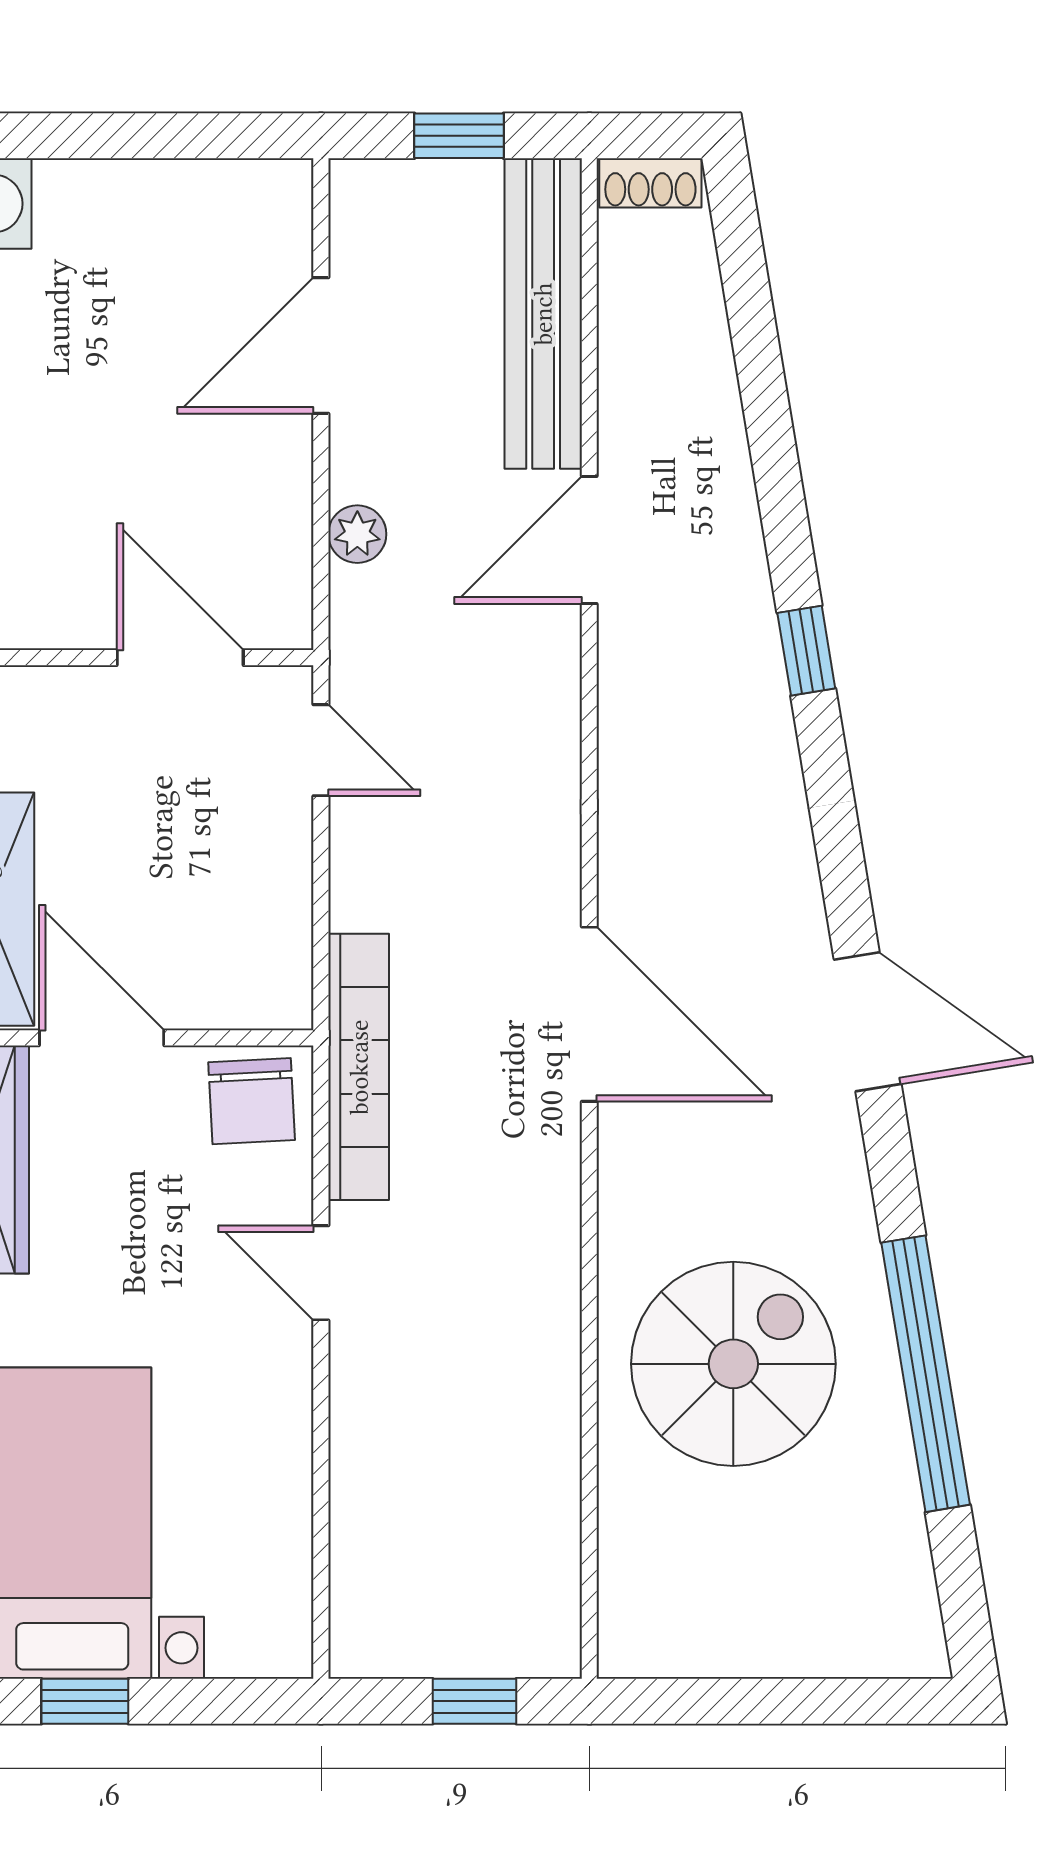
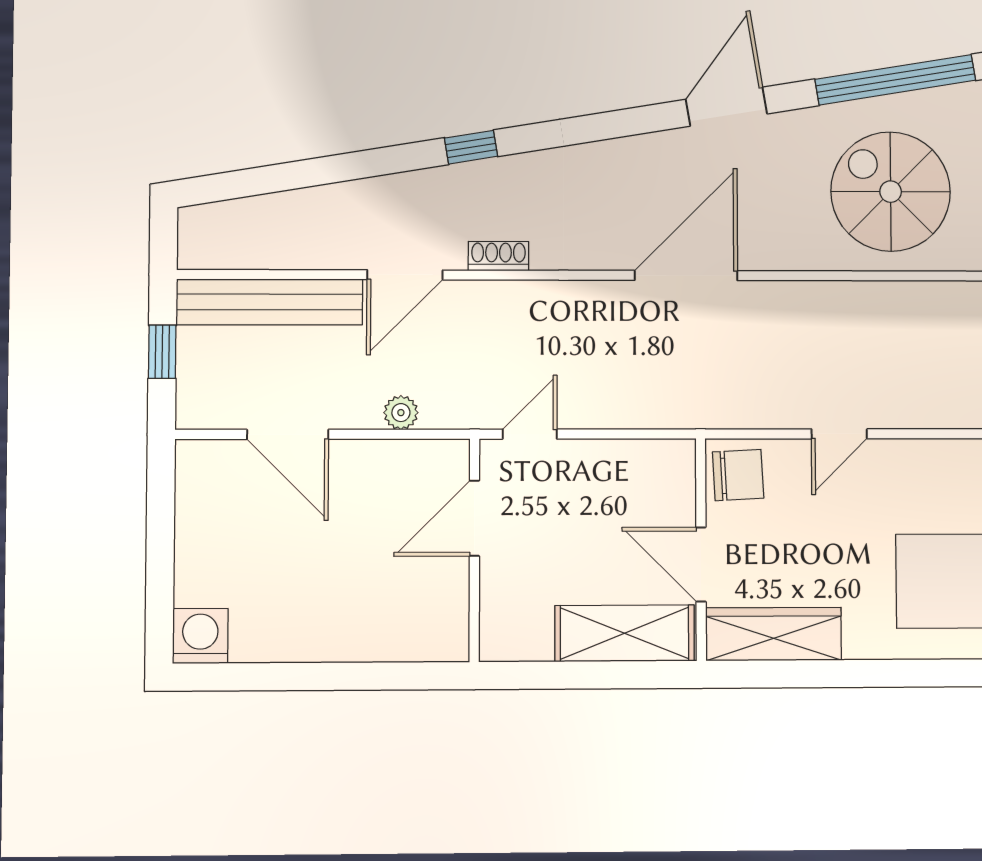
shoe rack: (650, 183) -> (499, 256), moved, turned -90
door: (589, 540) -> (405, 275), hinge flipped
door: (868, 1022) -> (726, 107), moved
door: (102, 1038) -> (701, 564), hinge flipped
bookcase: (359, 1067) -> (718, 412), removed

